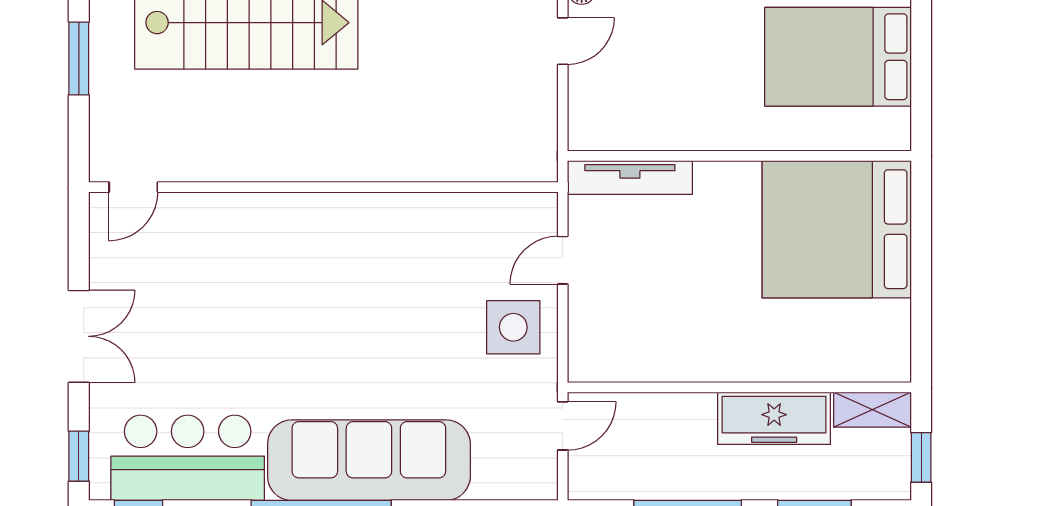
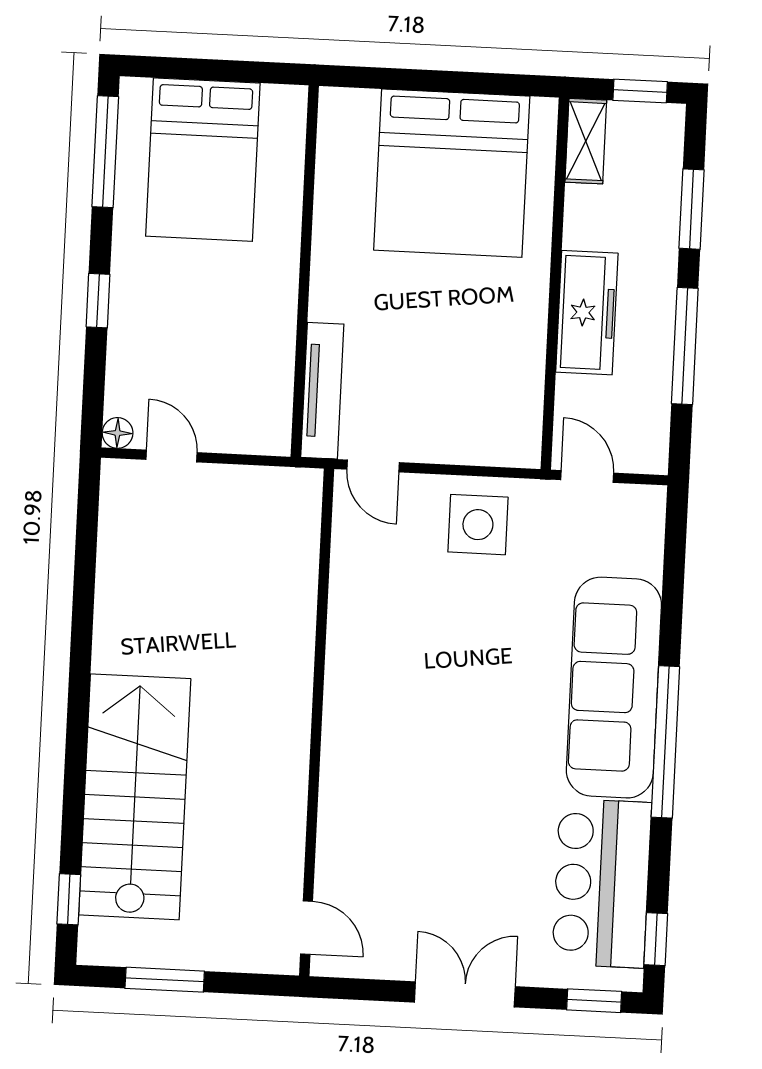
bed: (837, 229) -> (452, 173), moved
door: (563, 260) -> (373, 466), moved
freezer: (774, 418) -> (587, 313), moved

